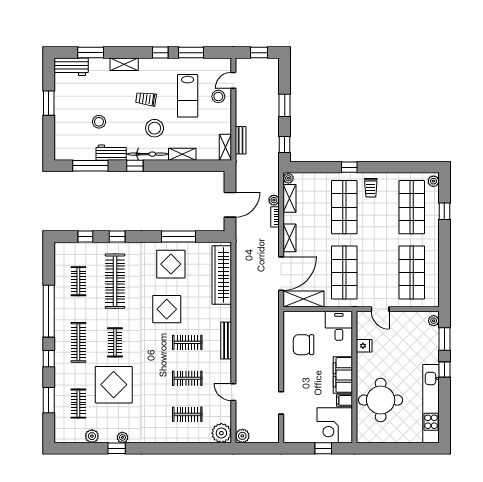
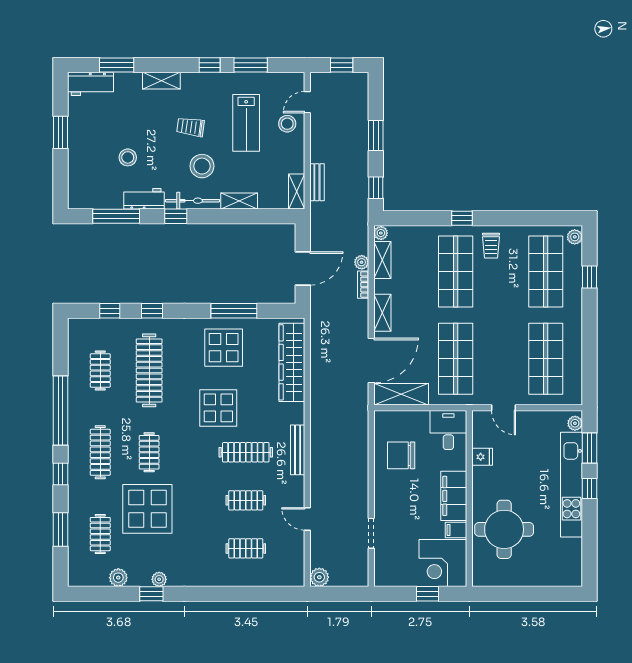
clothes rail: (187, 342) -> (246, 452), width x1.36
kitchen unit: (431, 404) -> (571, 485), moved
plant: (221, 433) -> (291, 574), removed

